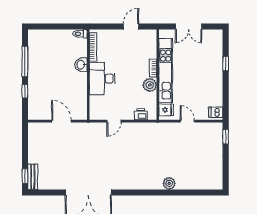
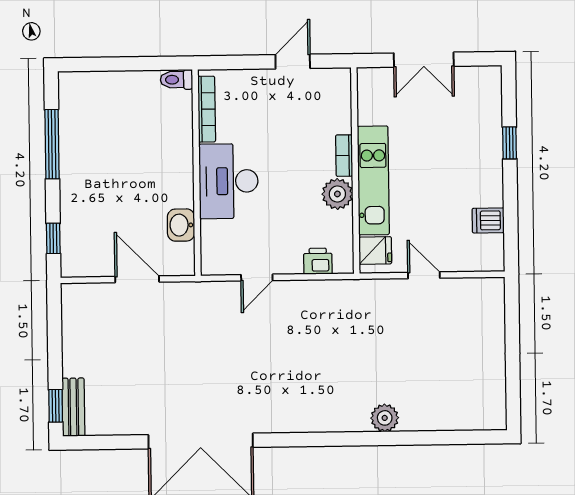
washbasin: (81, 65) -> (181, 225), moved
kitchen unit: (166, 71) -> (373, 180), width x0.73
window: (25, 91) -> (53, 238), moved
dishwasher: (216, 112) -> (488, 220), moved
window: (226, 137) -> (512, 310), removed

